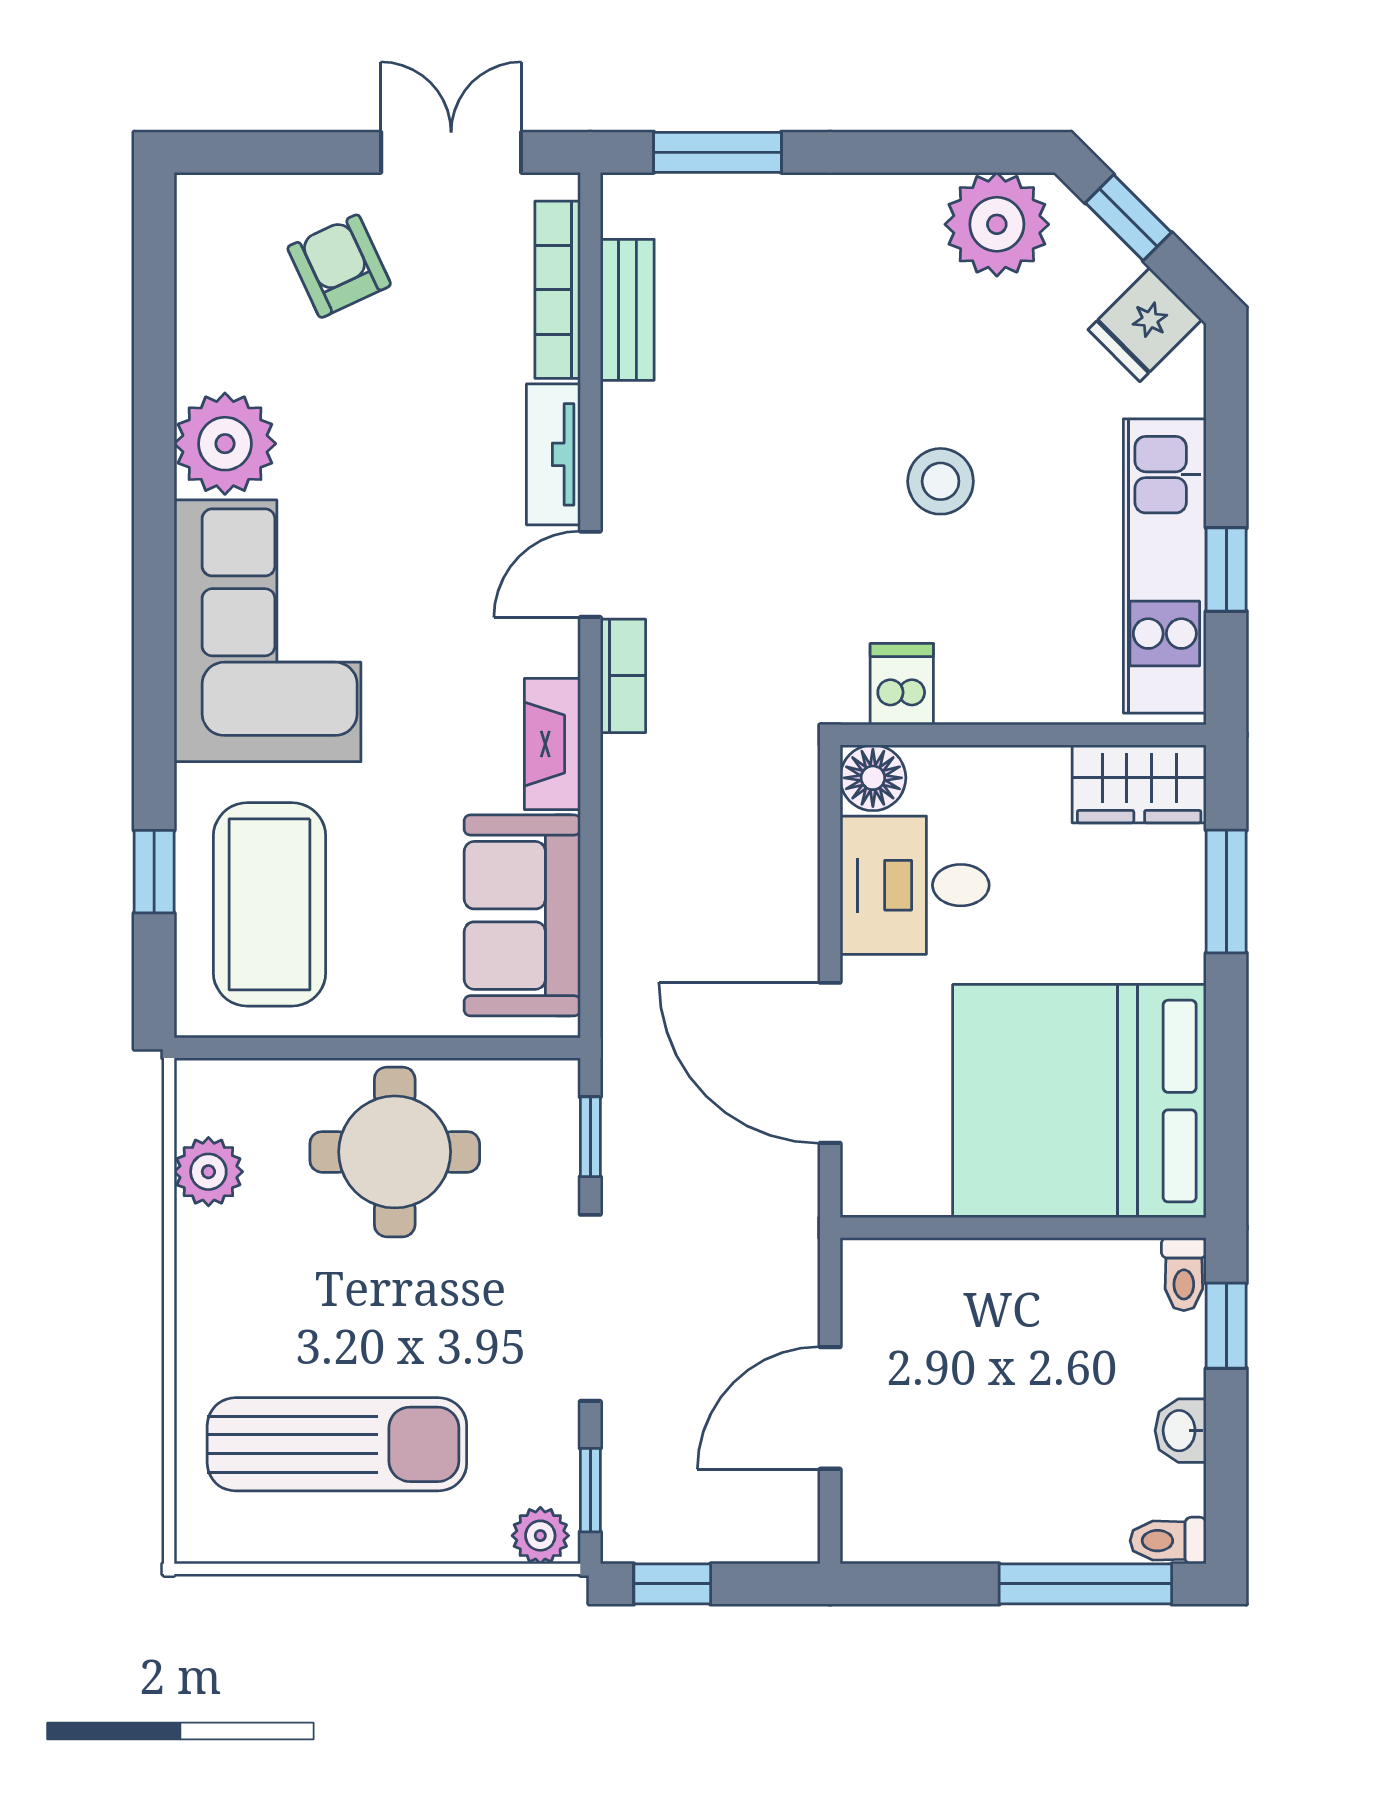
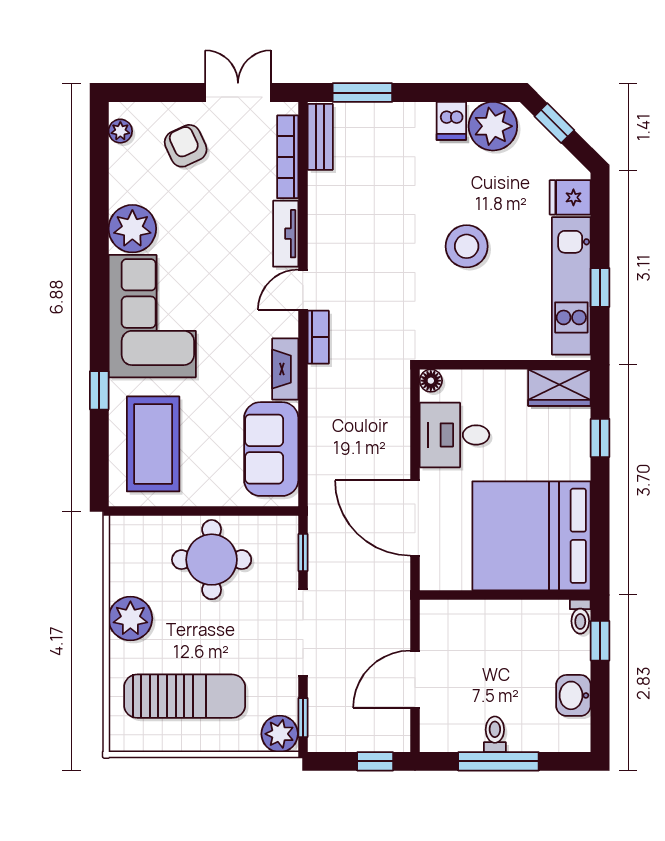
plant: (199, 235) -> (120, 131), added
bench: (627, 310) -> (320, 137), moved
fridge: (1145, 325) -> (570, 197), moved, turned 45
stool: (941, 481) -> (467, 246), width x1.38, depth x1.38
dishwasher: (902, 684) -> (451, 121), moved, turned 180
floor lamp: (873, 778) -> (431, 381), width x0.73, depth x0.73
window: (154, 872) -> (99, 390), moved
window: (1226, 892) -> (600, 438), width x0.67
plant: (208, 1172) -> (130, 618), moved, width x1.36, depth x1.36
washbasin: (1181, 1431) -> (573, 695), width x1.38, depth x1.45
plant: (540, 1536) -> (280, 734), width x1.38, depth x1.38
toilet: (1168, 1541) -> (495, 734), moved, turned 90
window: (672, 1584) -> (375, 761), moved
window: (1085, 1584) -> (498, 761), moved

